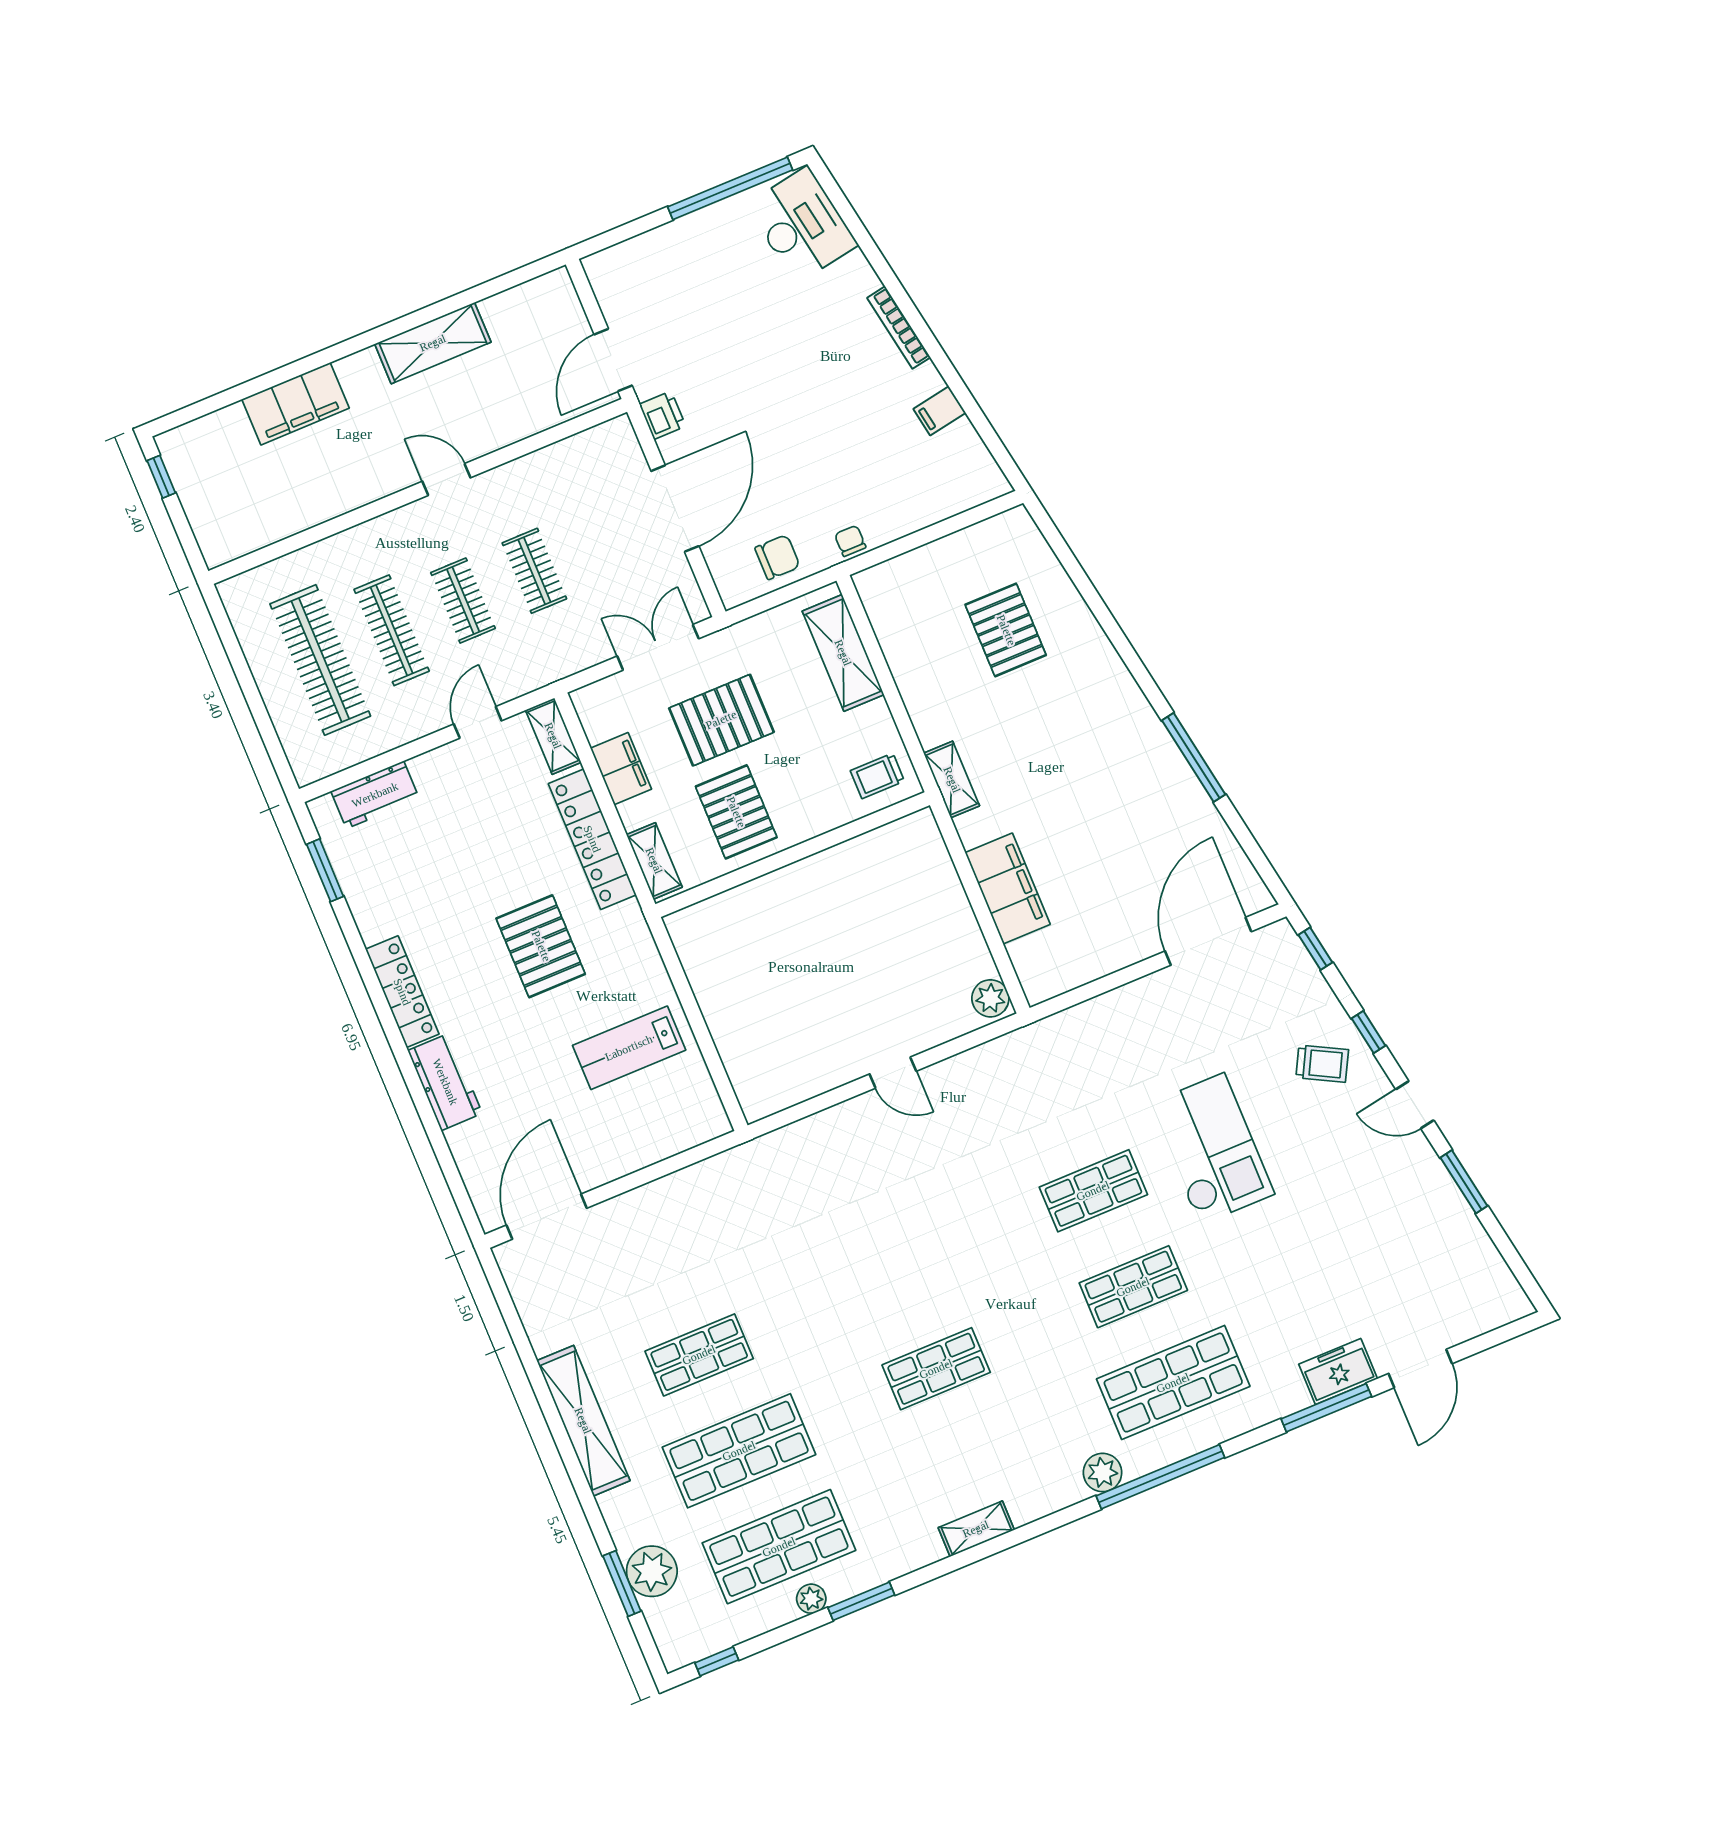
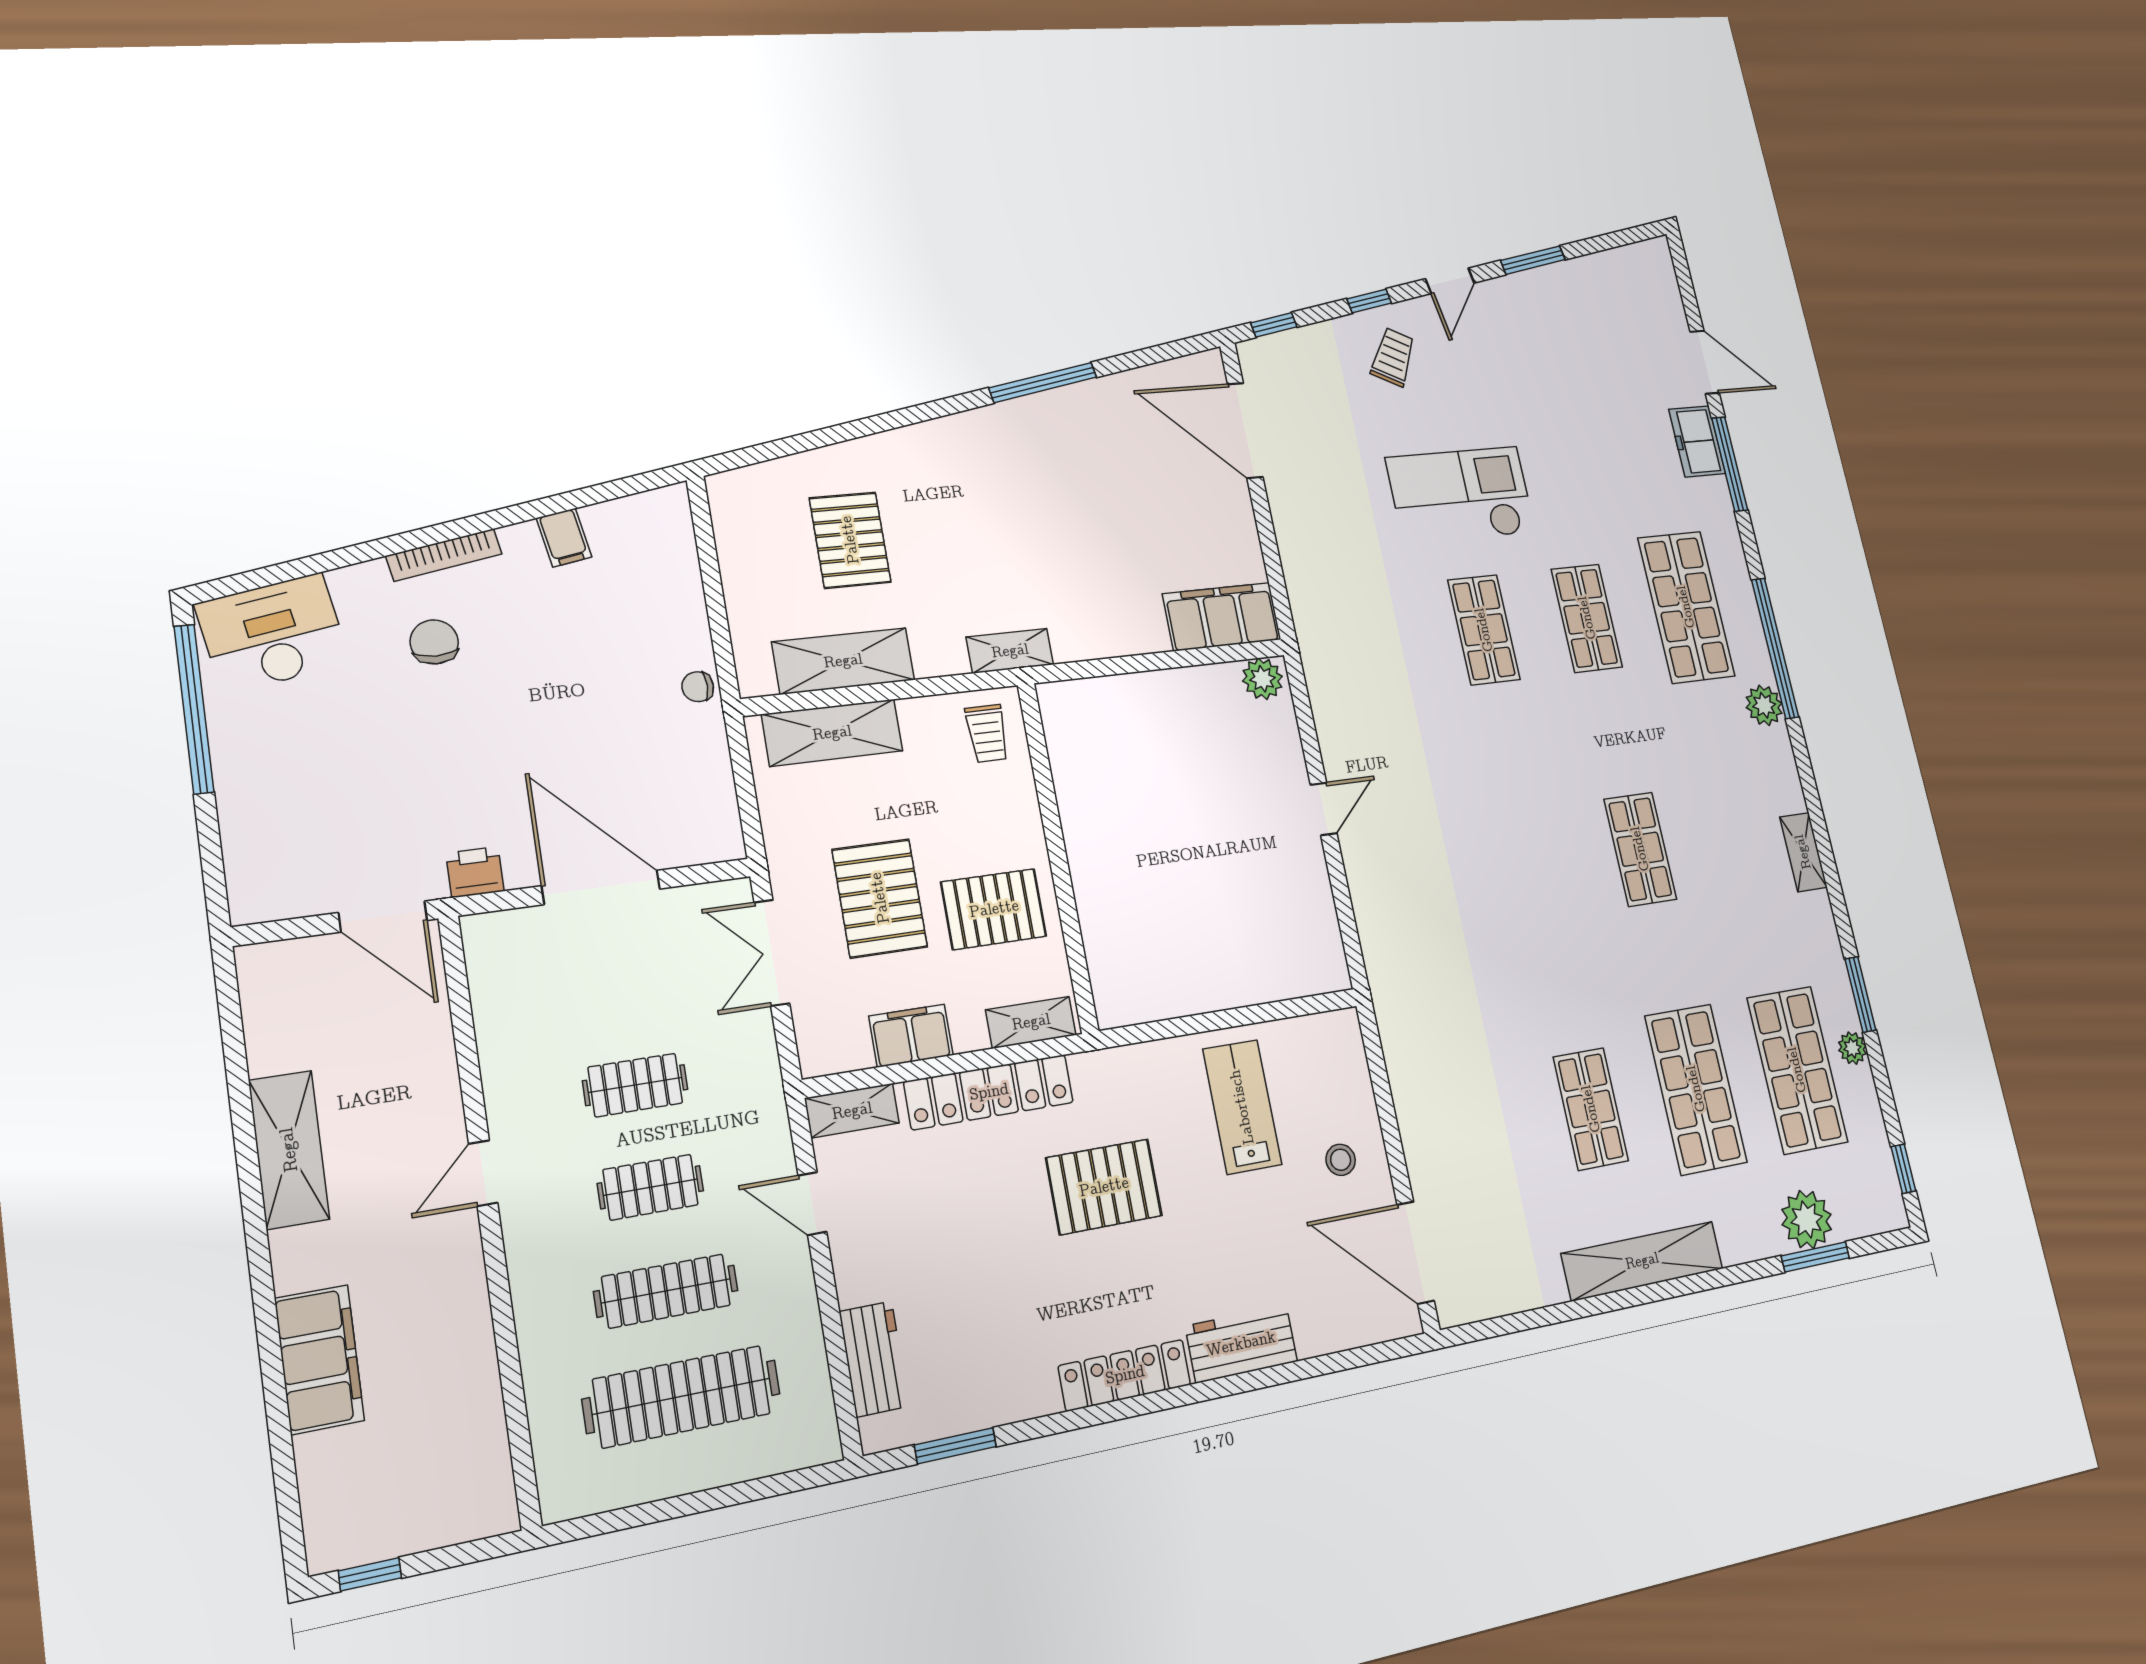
chair: (777, 557) -> (434, 642), moved
pallet: (1006, 630) -> (850, 540), turned 90
shelving: (904, 648) -> (843, 661), added
filing cabinet: (1008, 889) -> (1222, 617), moved
lab bench: (629, 1048) -> (1242, 1107), turned 180
stool: (606, 1139) -> (1341, 1160), added

